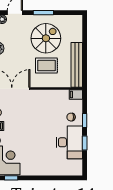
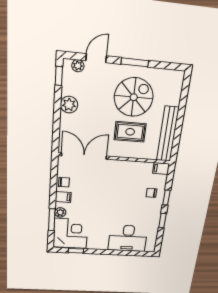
desk: (69, 142) -> (128, 238), moved, turned 90

